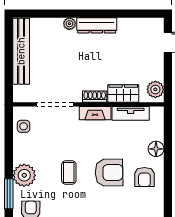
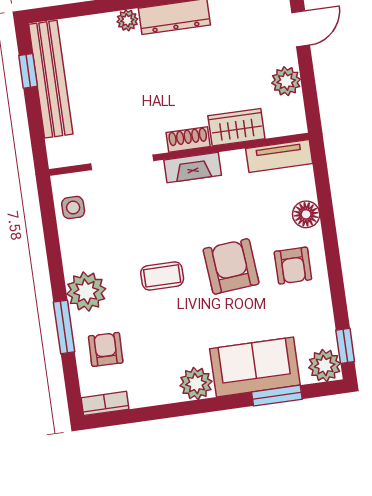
window: (9, 45) -> (28, 71), added
plant: (155, 89) -> (286, 81), moved
tv unit: (131, 113) -> (279, 156), moved
coffee table: (69, 173) -> (162, 276), turned 90
armchair: (109, 173) -> (231, 266), turned -94

